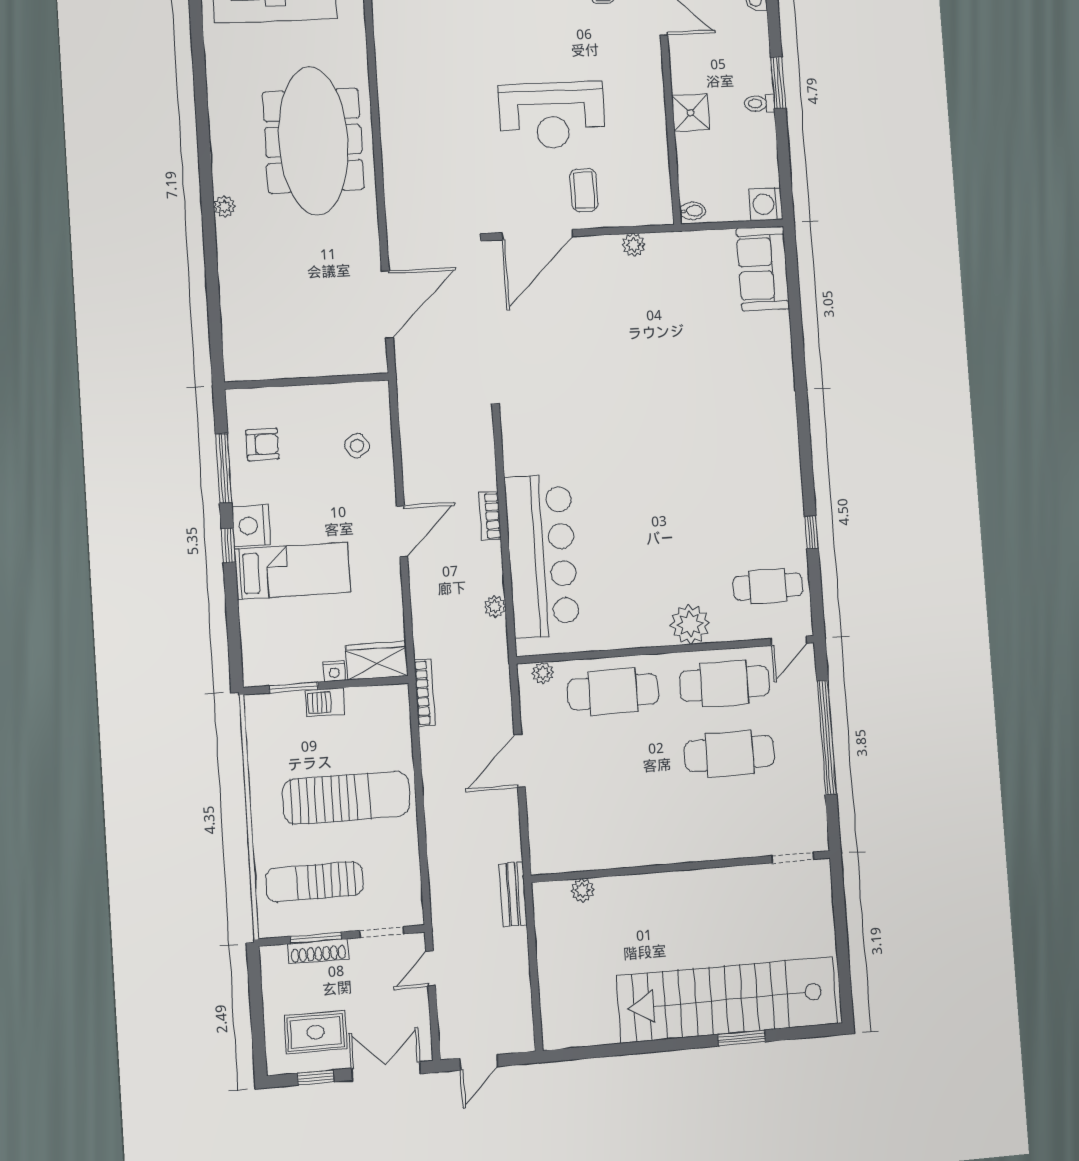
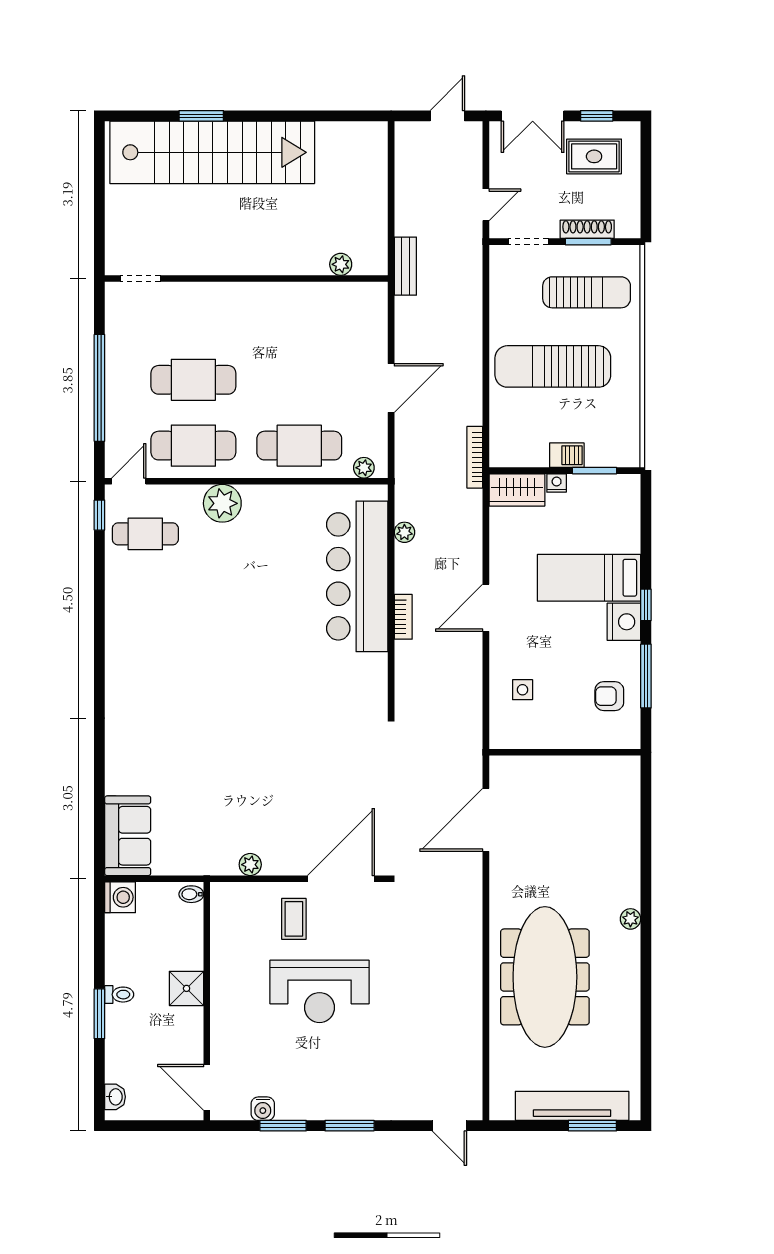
reception desk: (552, 115) -> (319, 991), turned 180
side table: (357, 446) -> (523, 690), turned 36
window: (811, 532) -> (99, 515), moved

